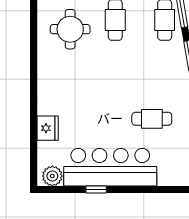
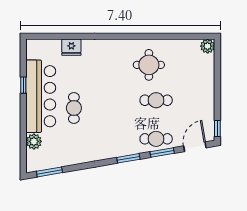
cafe table: (152, 119) -> (74, 108), moved
plant: (52, 176) -> (34, 141), moved

